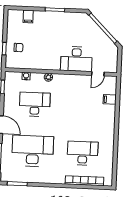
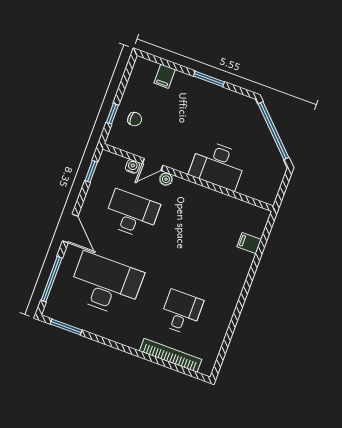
door: (98, 74) -> (153, 164), moved
desk: (83, 153) -> (181, 312), width x0.73

